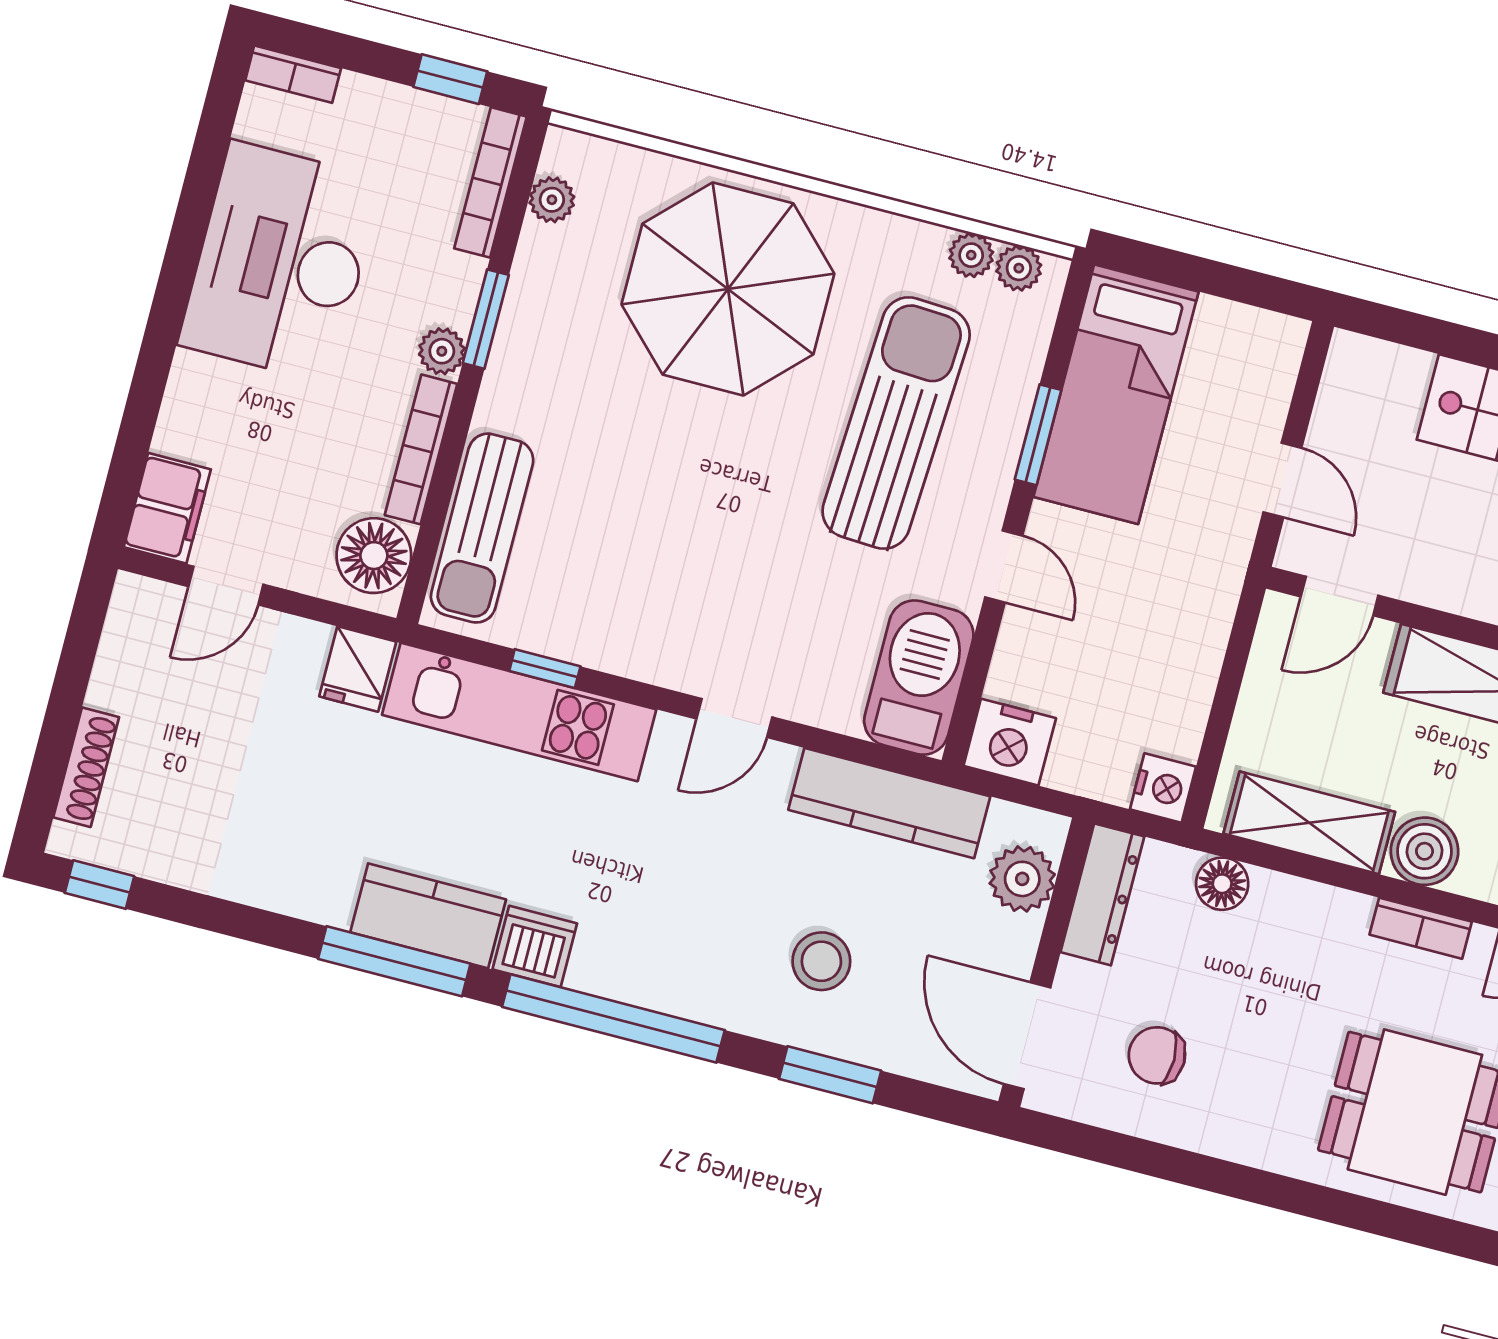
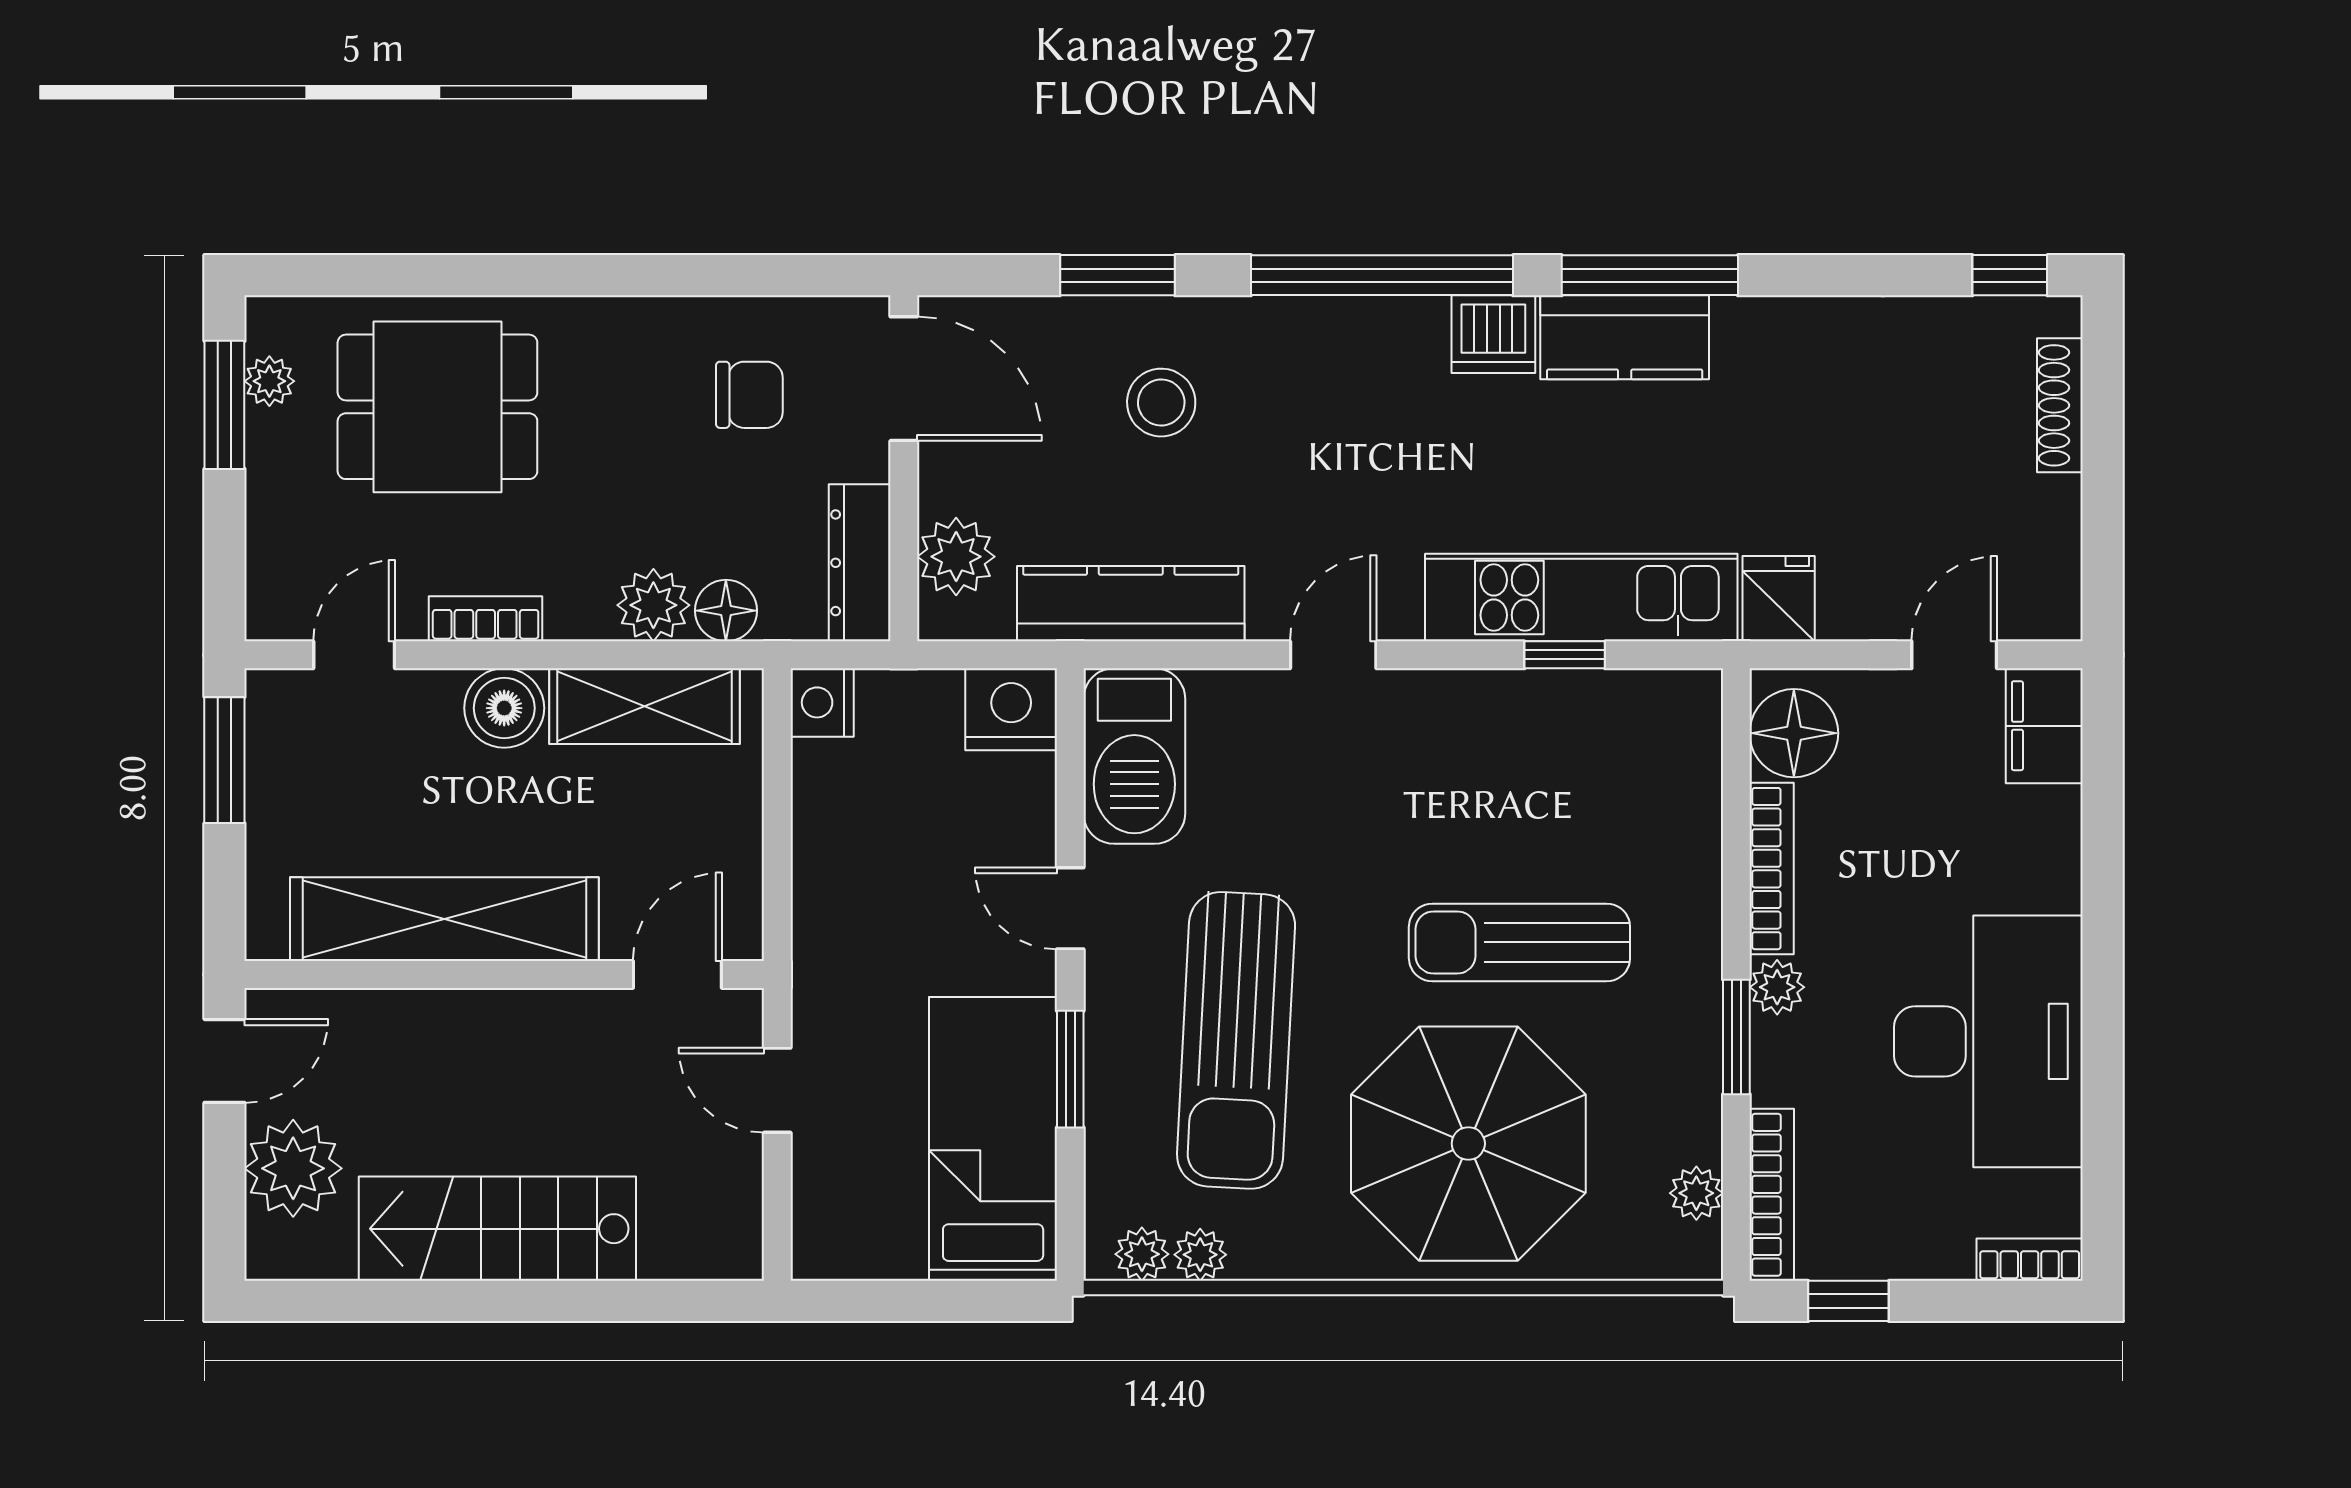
sun lounger: (482, 528) -> (1519, 942), moved, turned -90
plant: (1280, 904) -> (653, 605), added

